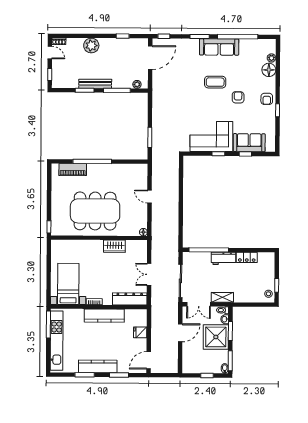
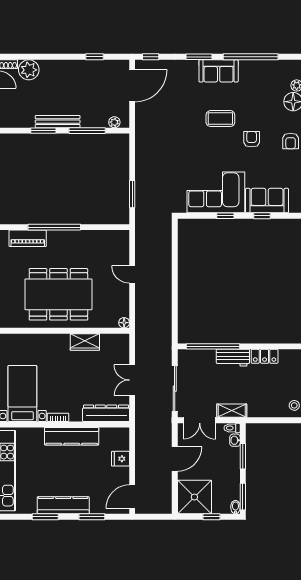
plant: (91, 46) -> (29, 70), moved
sofa: (219, 47) -> (219, 71), width x0.73
shower: (216, 337) -> (194, 497), moved

